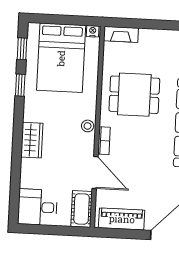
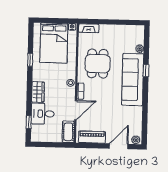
window: (22, 49) -> (29, 122), moved
dining table: (134, 95) -> (98, 64), turned 90
door: (95, 173) -> (76, 110), hinge flipped
desk: (38, 207) -> (43, 114), moved

